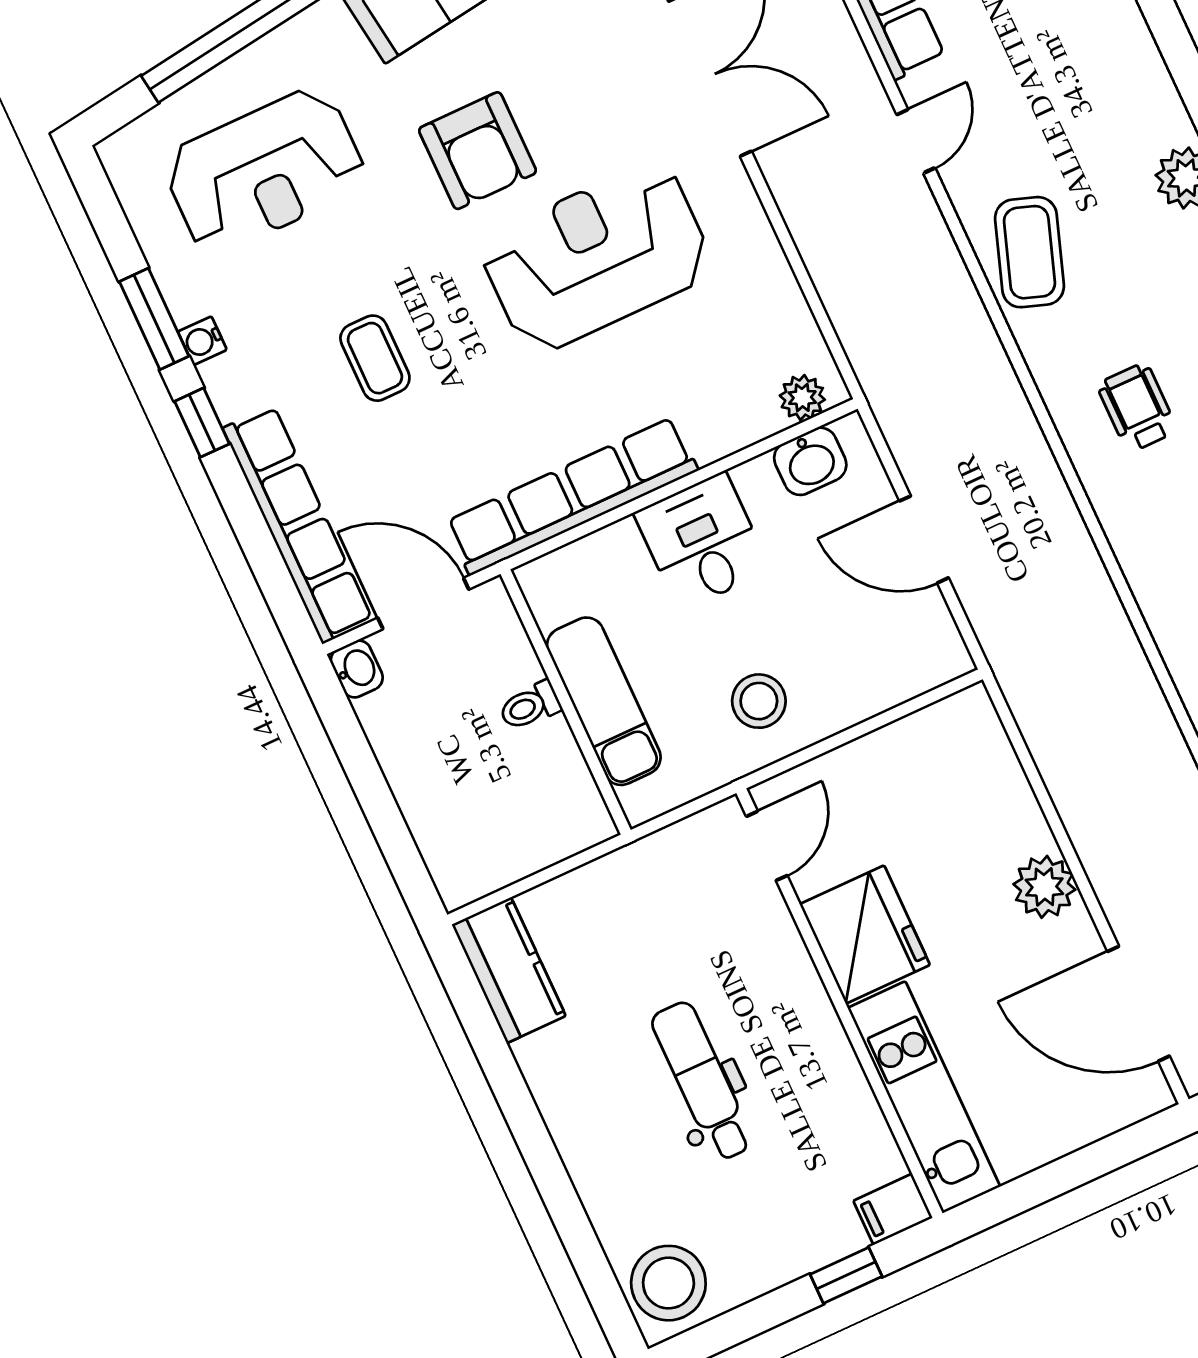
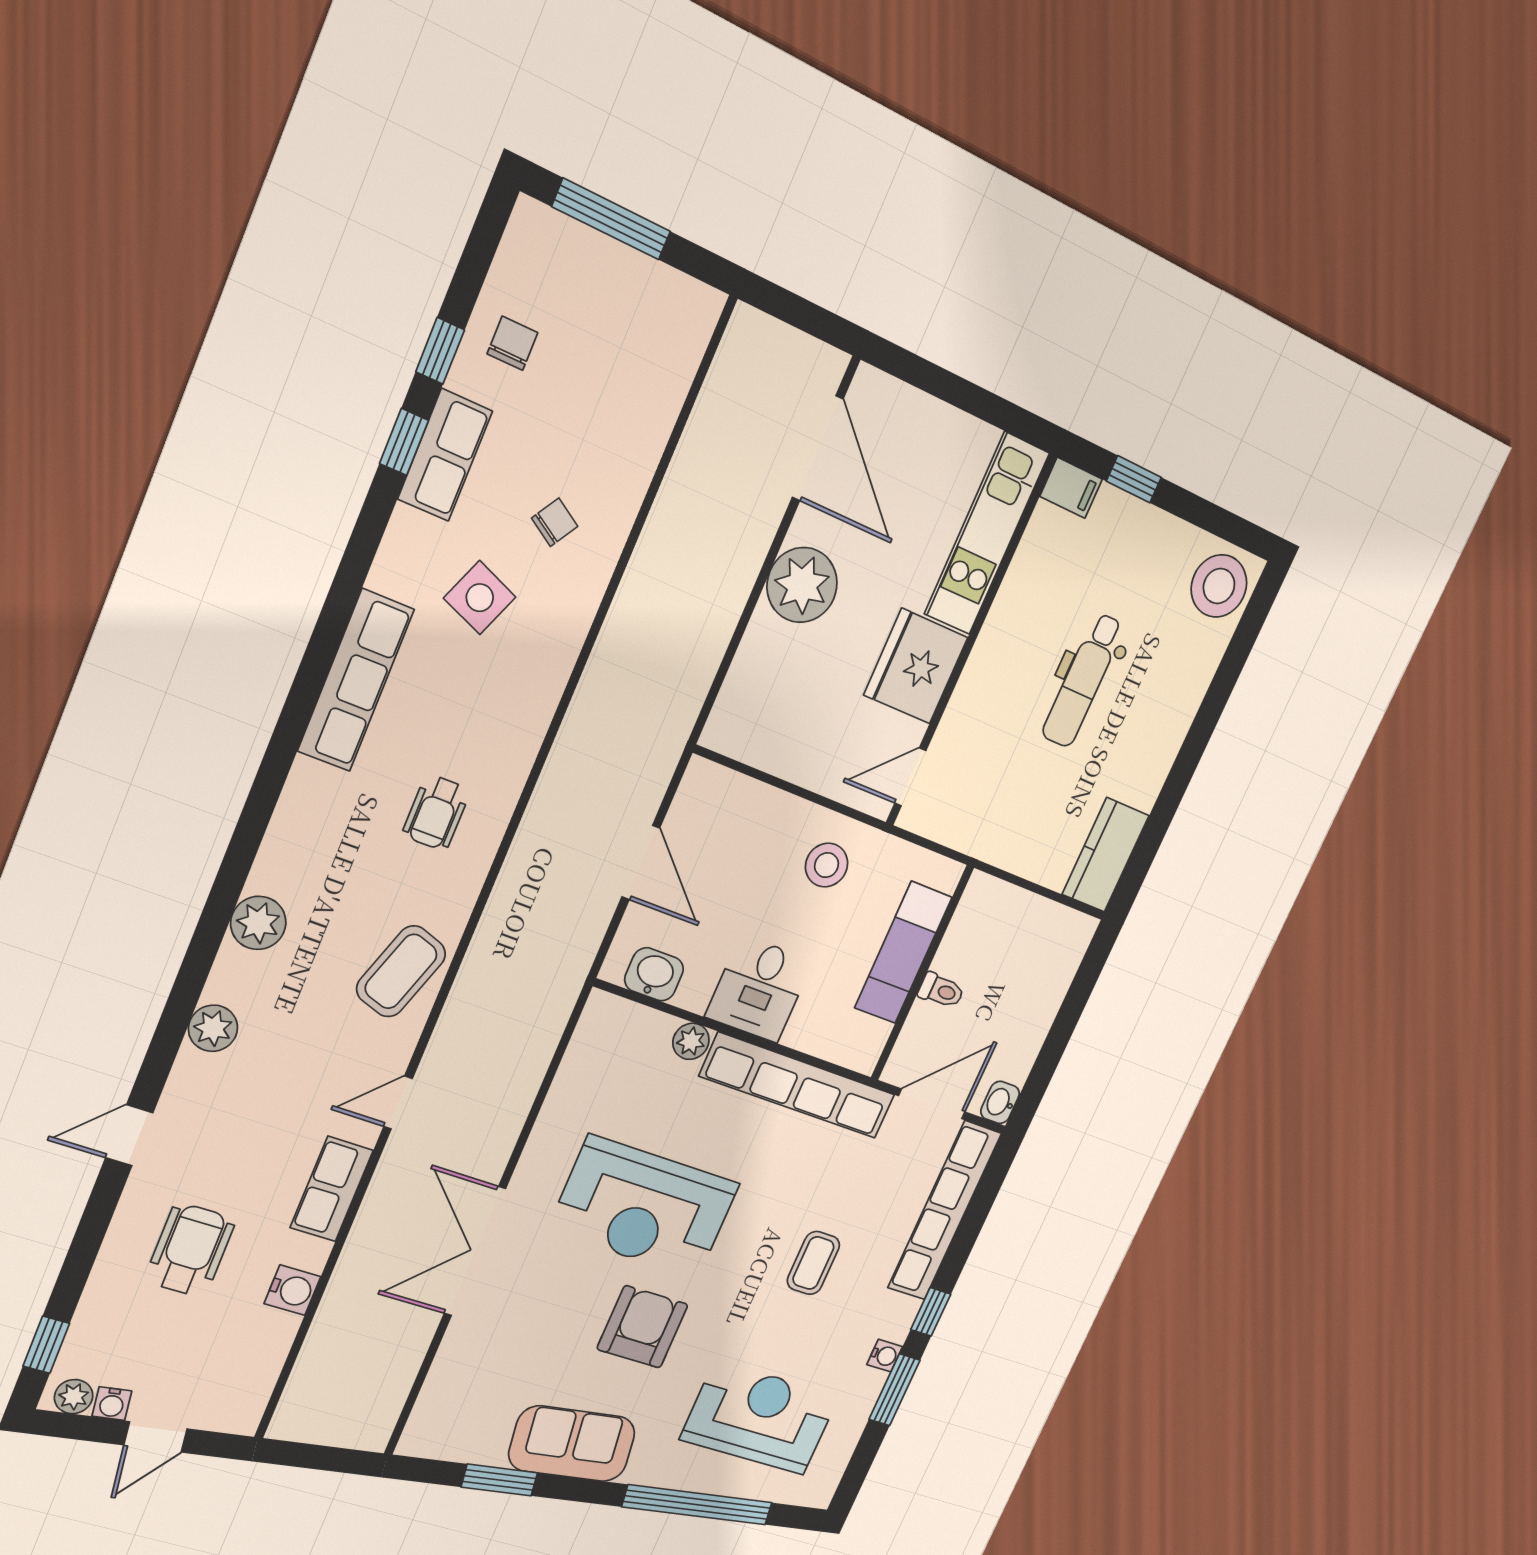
plant: (1134, 57) -> (213, 1028), added
plant: (802, 398) -> (691, 1041), moved
door: (423, 604) -> (932, 1104), swing flipped
plant: (1044, 887) -> (802, 585), width x1.36, depth x1.36

